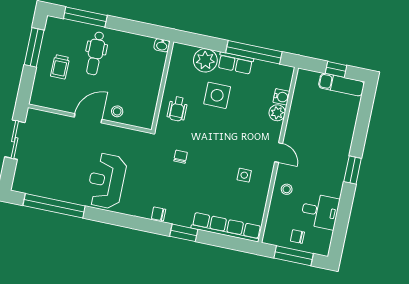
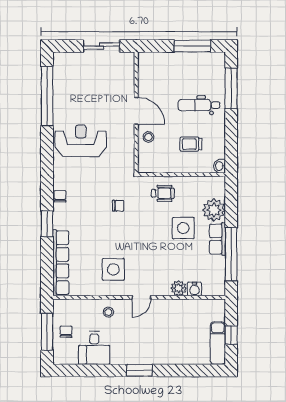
trolley: (60, 67) -> (191, 144), moved
wheelchair: (177, 109) -> (163, 193), turned 180
side table: (244, 175) -> (113, 269), width x1.87, depth x1.87

